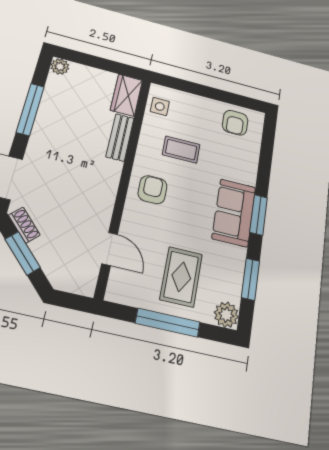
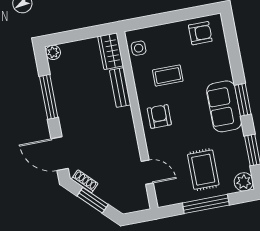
armchair: (235, 123) -> (200, 33), turned -90

